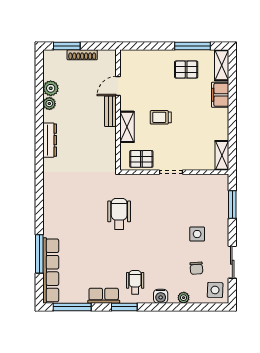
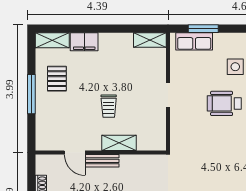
window: (193, 46) -> (31, 94), moved
pallet: (141, 159) -> (154, 127), removed
row of seats: (221, 196) -> (194, 41), added
wheelchair: (119, 214) -> (224, 103), moved

